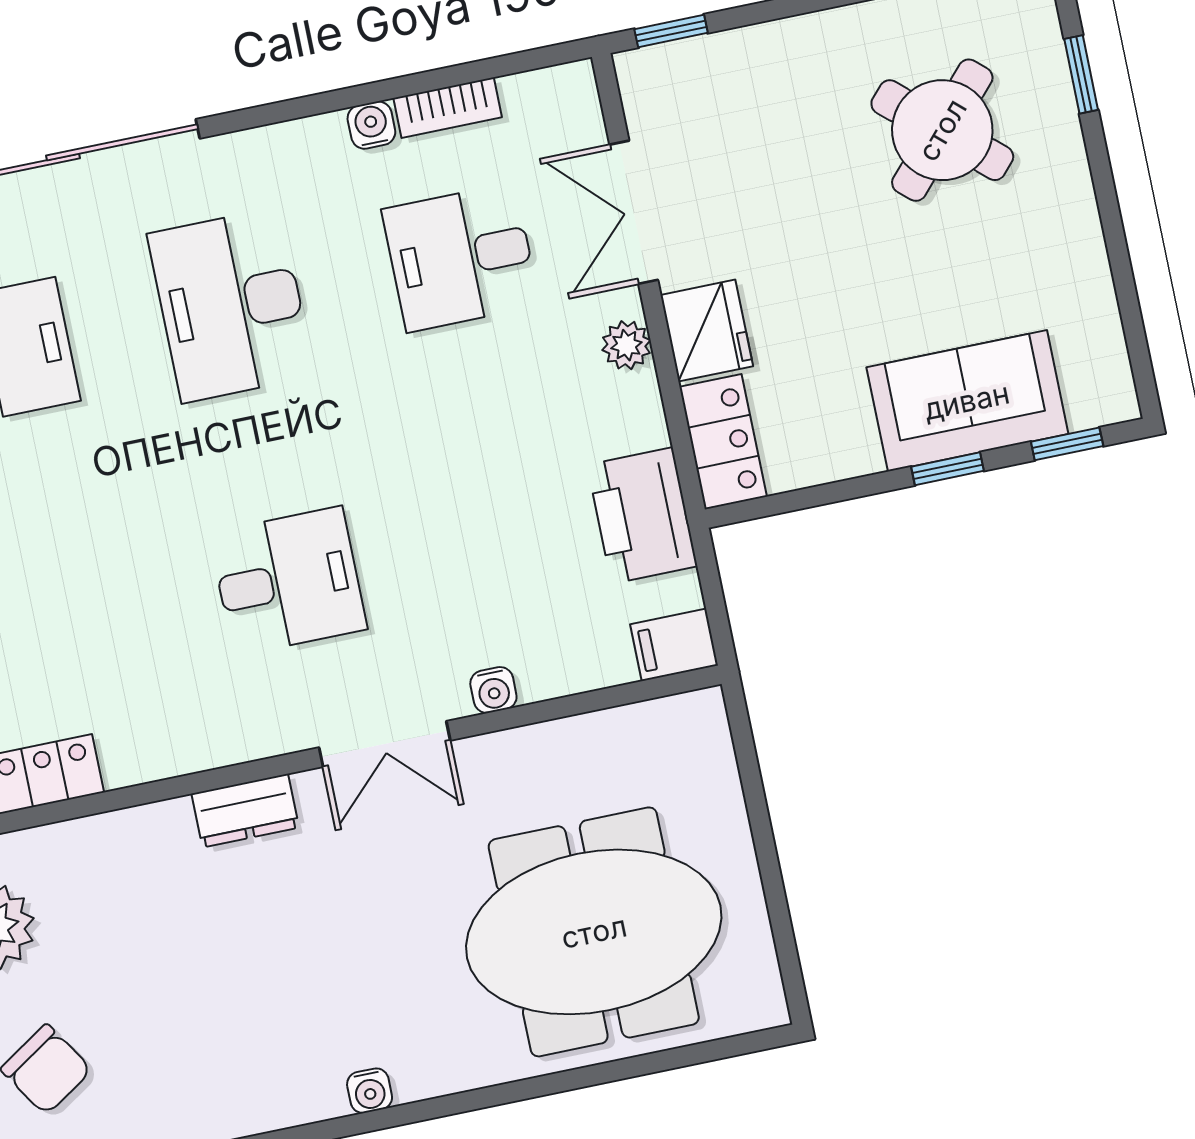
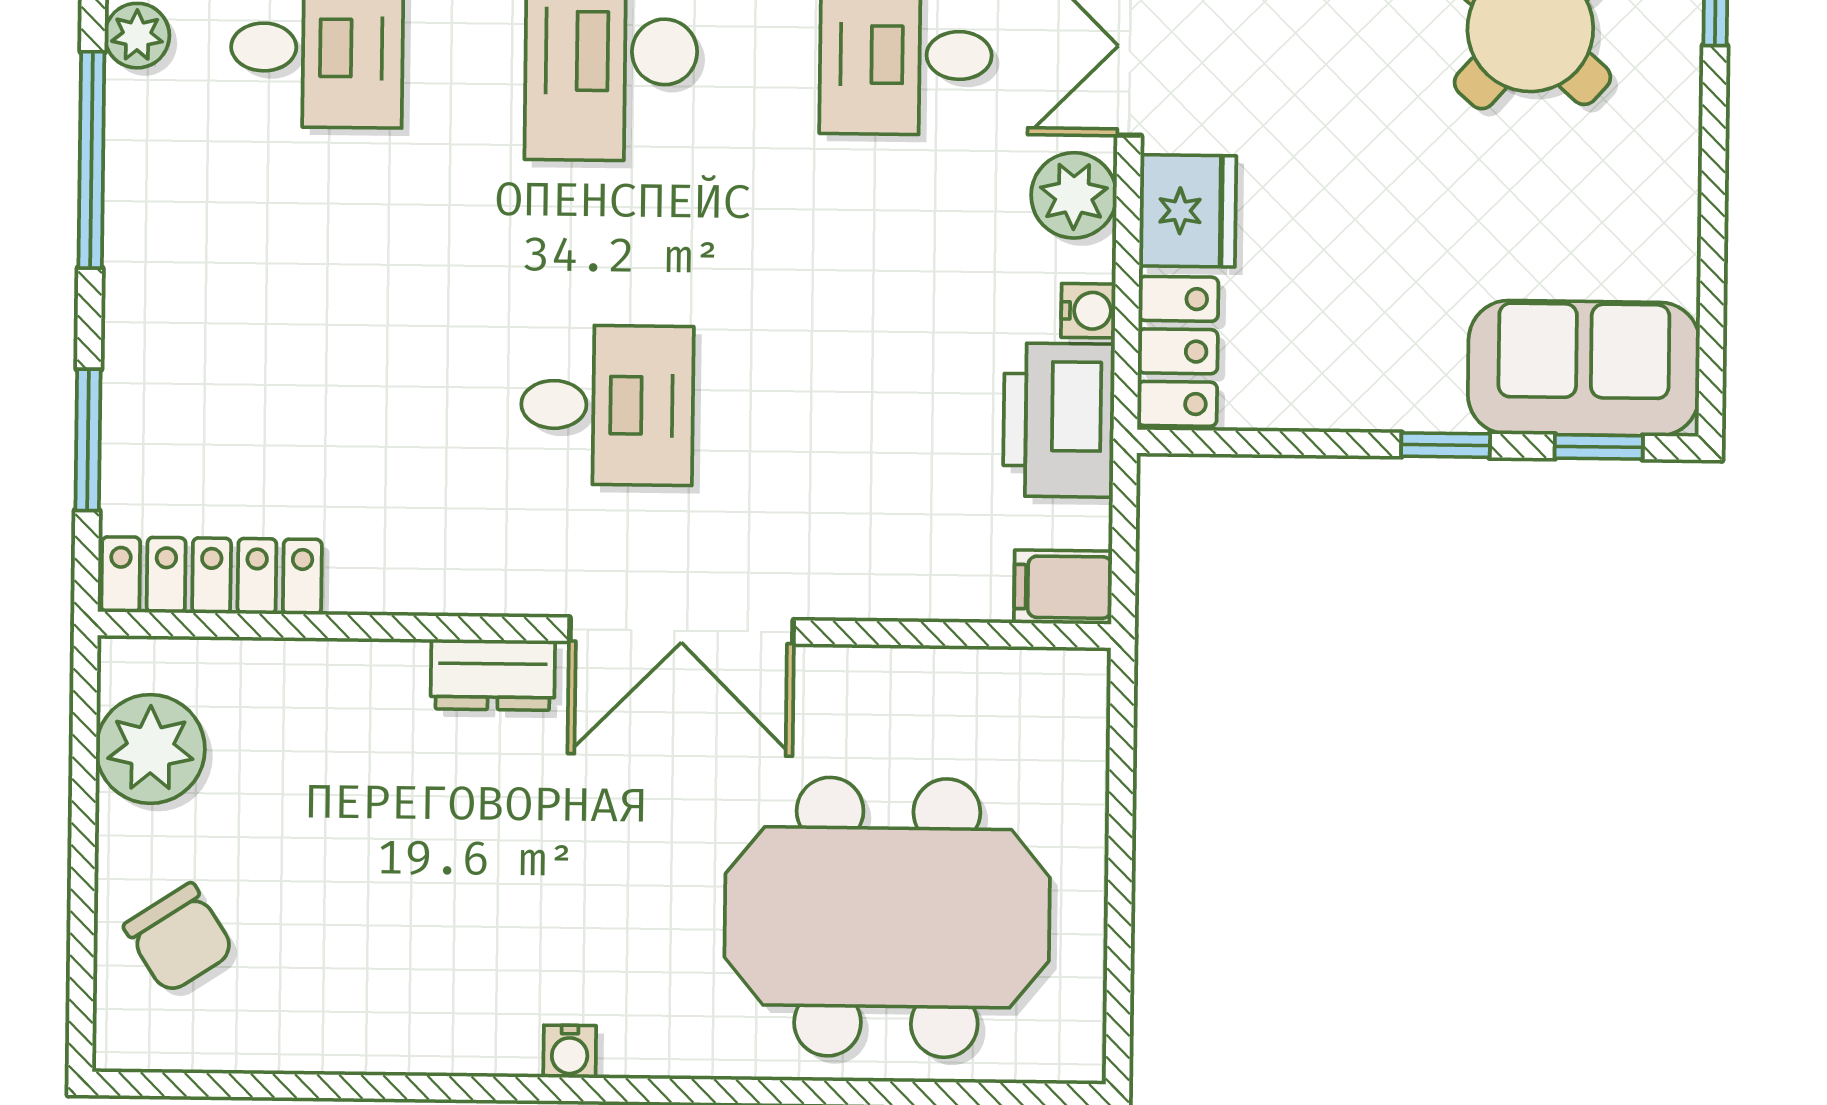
plant: (626, 345) -> (1074, 195), width x1.38, depth x1.38
sofa: (967, 401) -> (1584, 368), moved
water cooler: (493, 690) -> (1088, 311), moved, turned -90
double door: (385, 744) -> (682, 631), width x1.37

